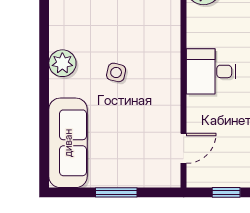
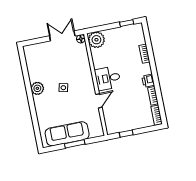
sofa: (68, 143) -> (67, 134), moved, turned -90
door: (184, 148) -> (99, 101), moved

